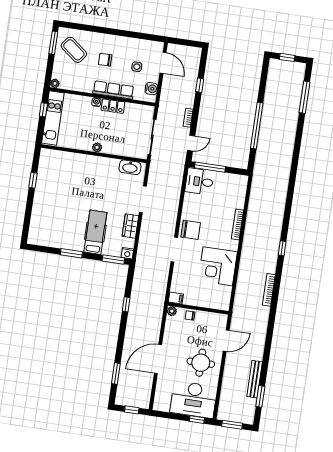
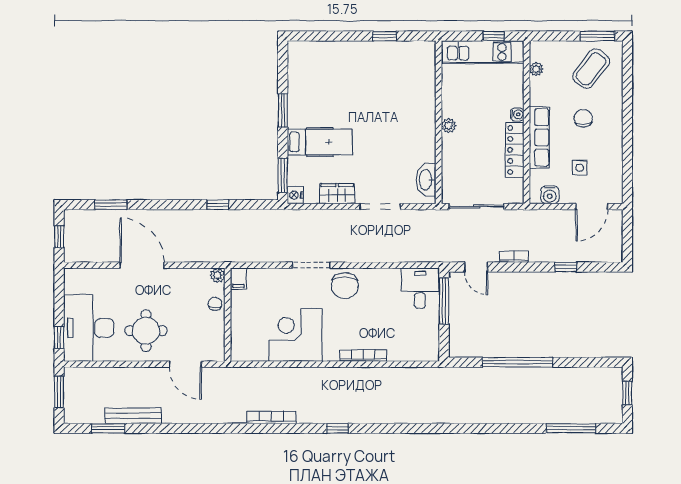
plant: (55, 83) -> (536, 69), moved
locker: (113, 106) -> (515, 150), width x1.53

